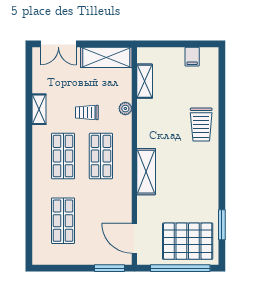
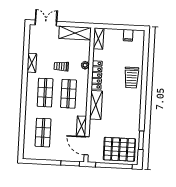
double door: (58, 44) -> (46, 23), swing flipped
shelving: (145, 81) -> (98, 39), moved
locker: (145, 123) -> (97, 75), added
shelving: (125, 207) -> (81, 126), added

